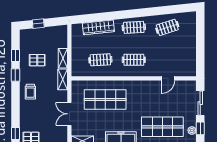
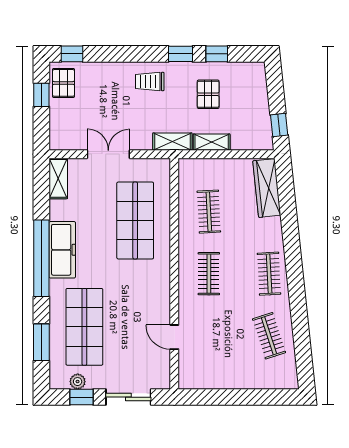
window: (38, 24) -> (279, 125), moved
wardrobe: (98, 27) -> (267, 188), moved

